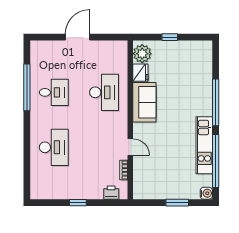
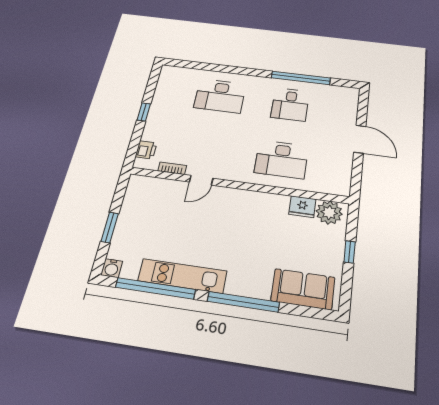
sofa: (144, 102) -> (303, 289), moved, turned 180

